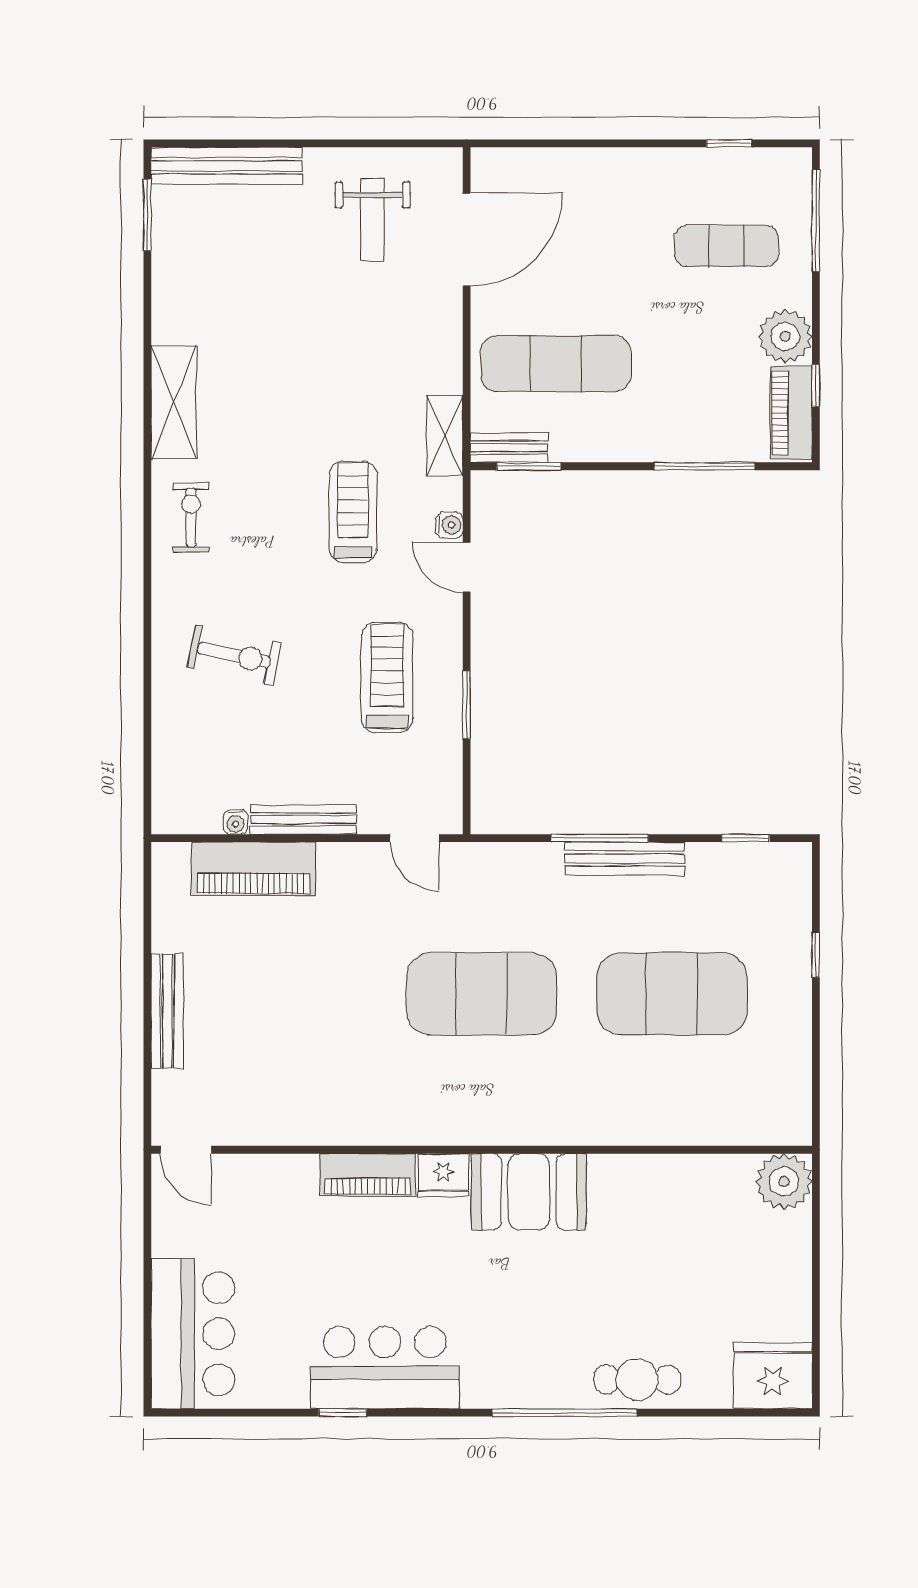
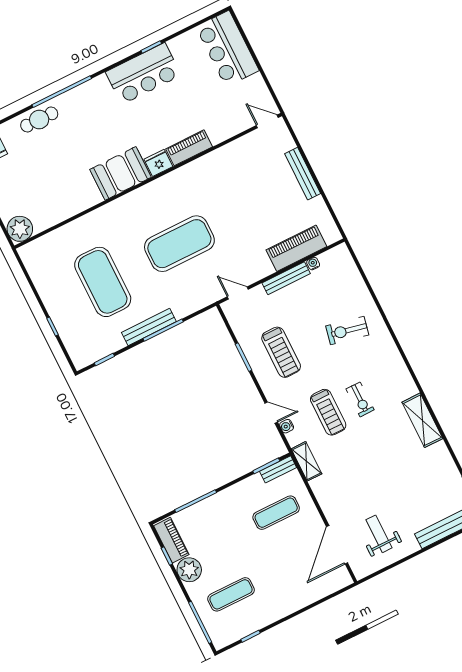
exercise mat: (556, 364) -> (276, 513), width x0.73, depth x0.69
exercise bike: (191, 517) -> (360, 399), moved
exercise mat: (672, 994) -> (103, 282), turned 90

